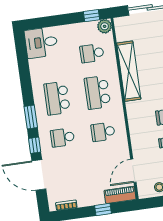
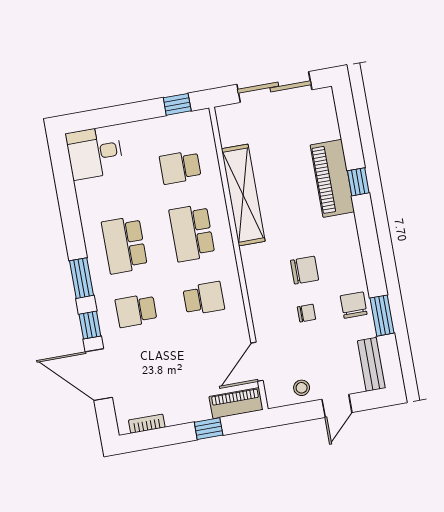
plant: (105, 26) -> (200, 121), removed
school desk: (103, 132) -> (204, 298), turned 180

